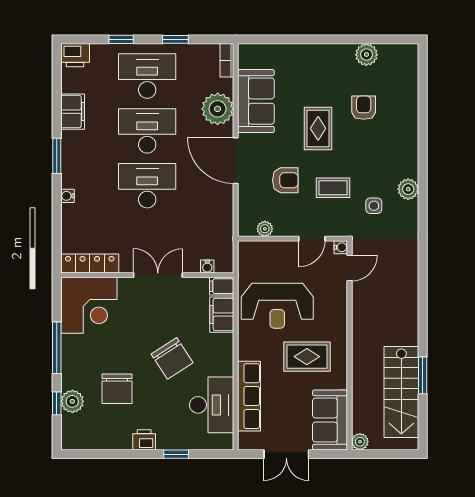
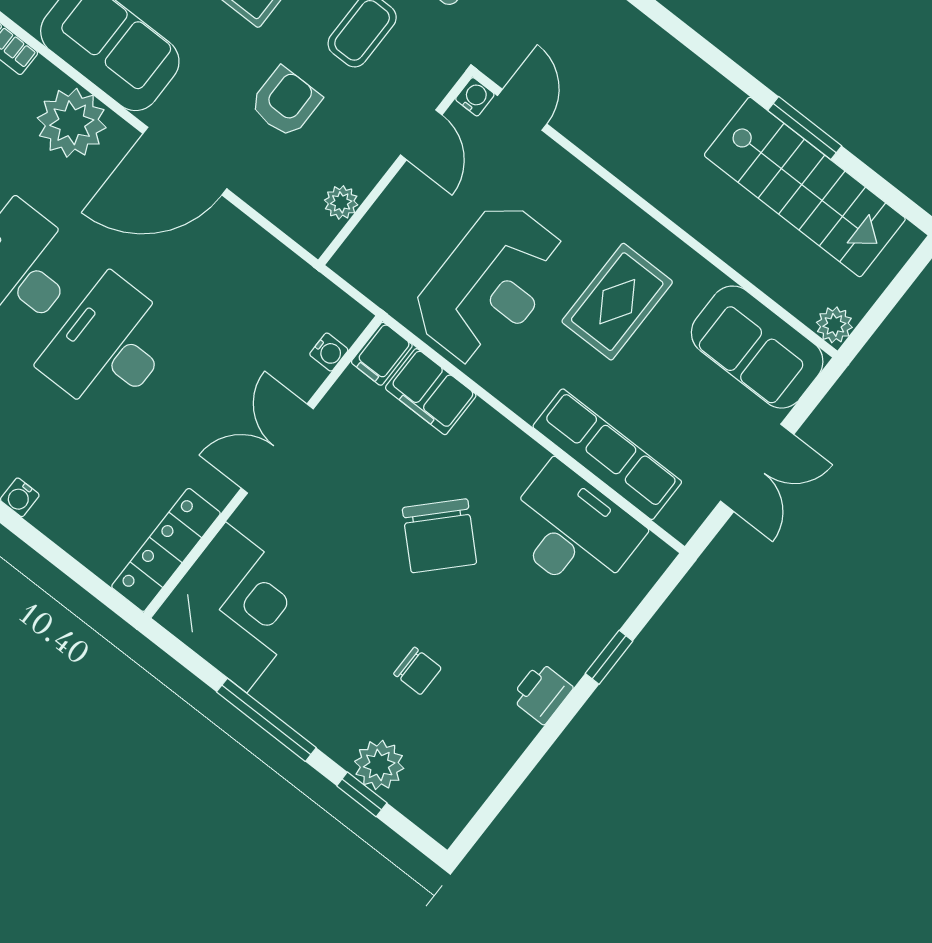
chair: (172, 358) -> (439, 536), turned 77
chair: (117, 389) -> (417, 671), width x0.54, depth x0.54

